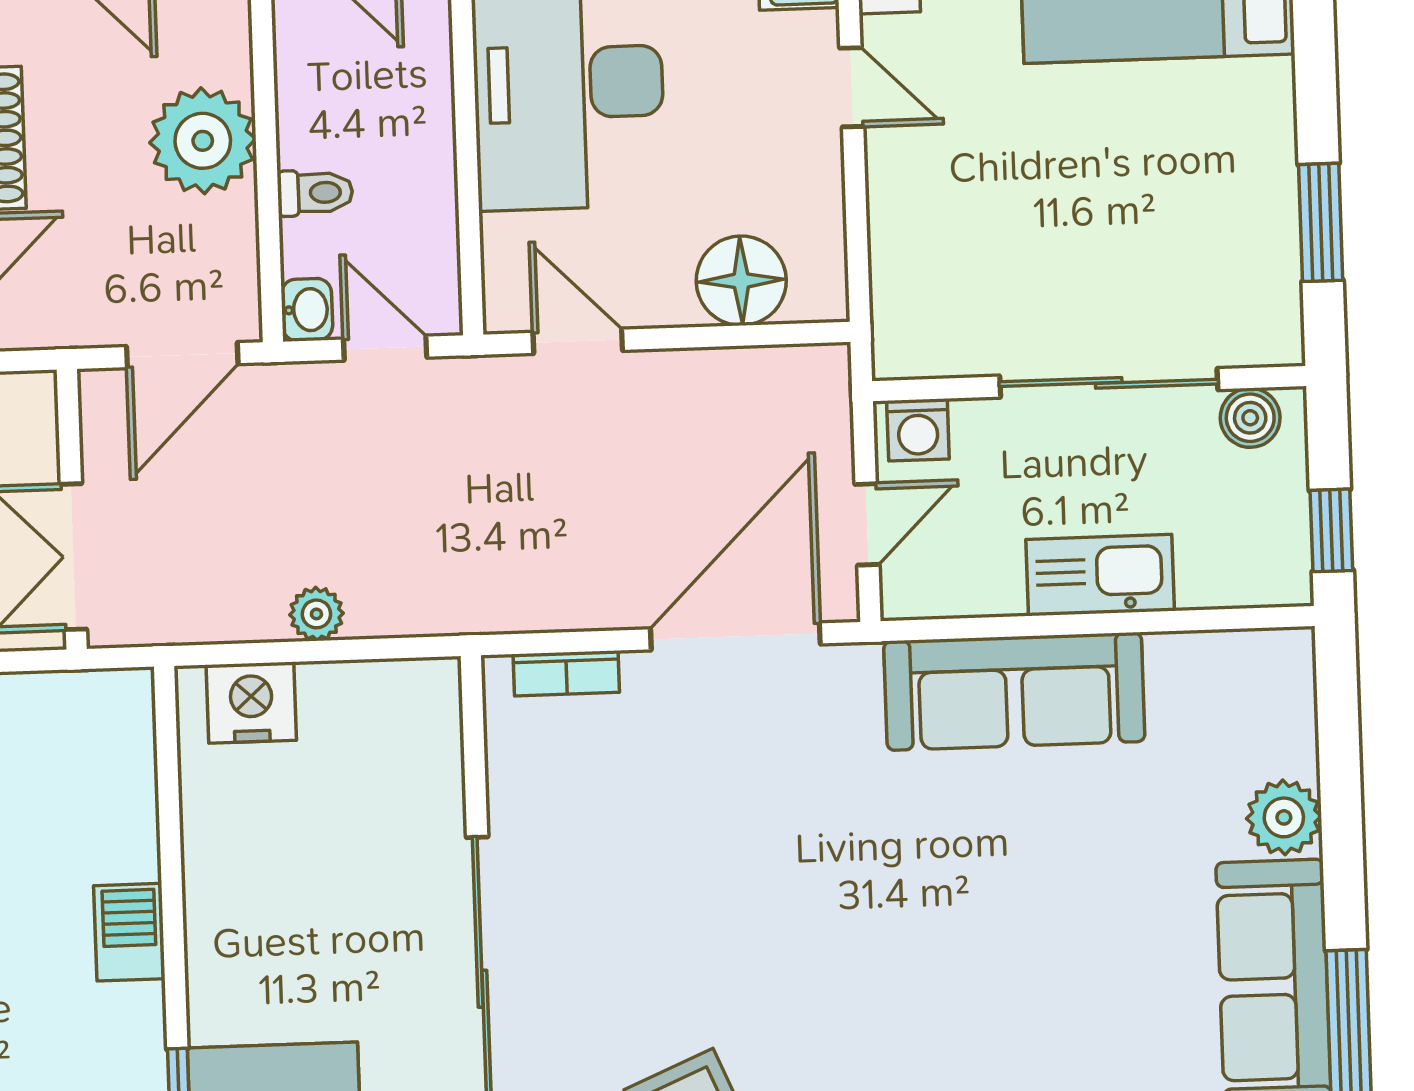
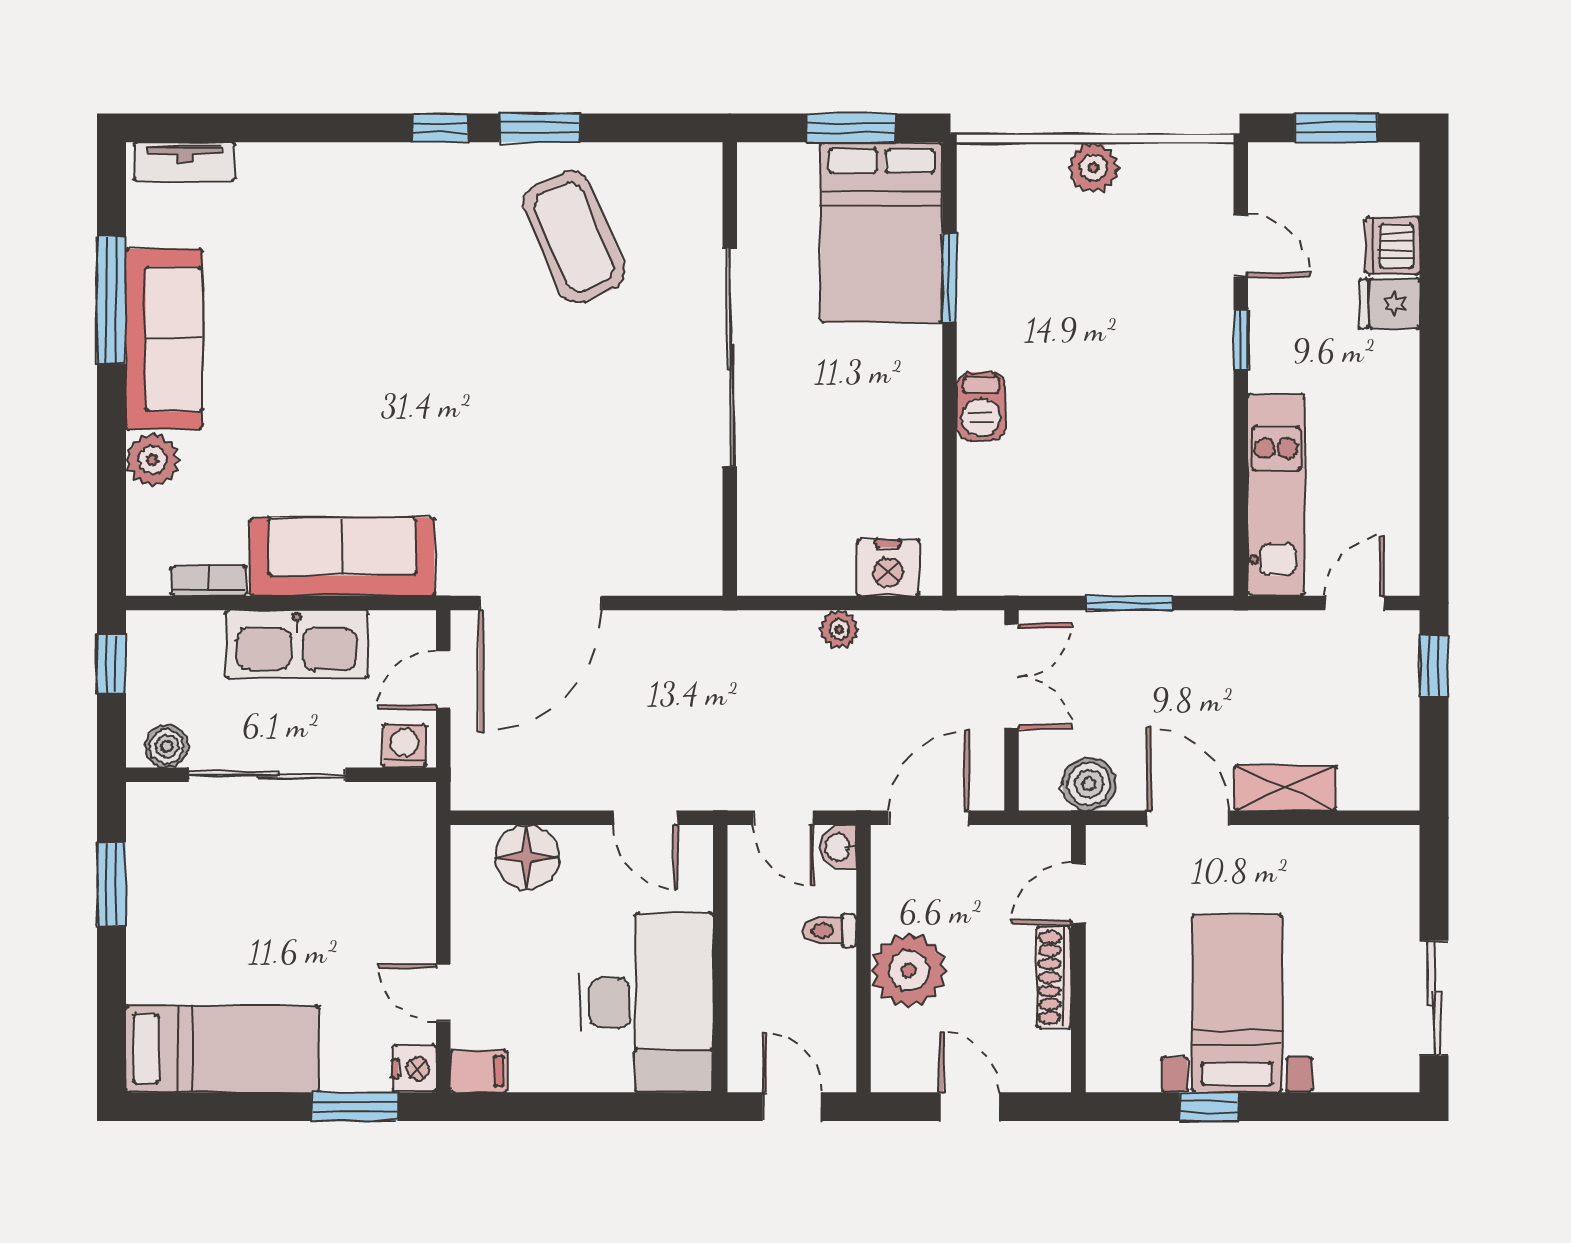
kitchen sink: (1100, 575) -> (297, 644), width x1.36, depth x1.24
bookcase: (566, 673) -> (209, 581), moved

